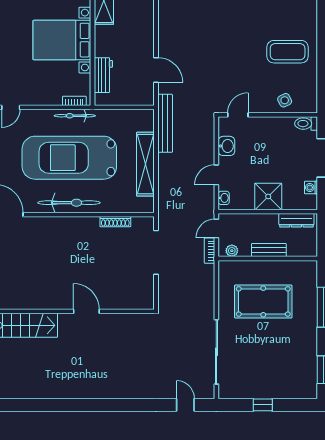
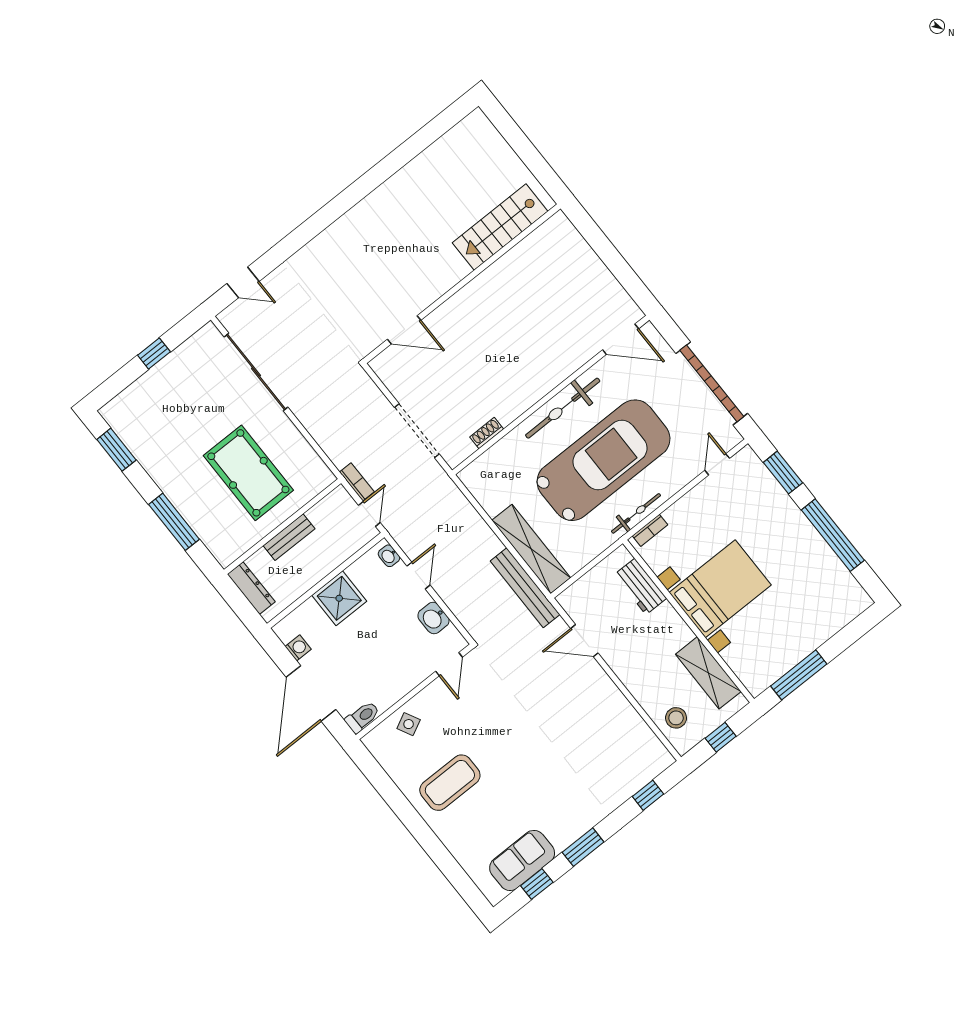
shelving: (145, 164) -> (531, 549), moved
dresser: (296, 220) -> (251, 588), moved, turned 90
shoe rack: (115, 222) -> (487, 433), width x0.70
plant: (232, 251) -> (331, 502), removed
pool table: (263, 301) -> (248, 473), turned 90
door: (86, 311) -> (404, 330), moved

